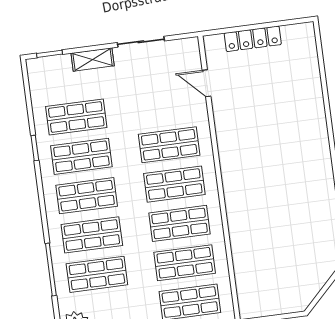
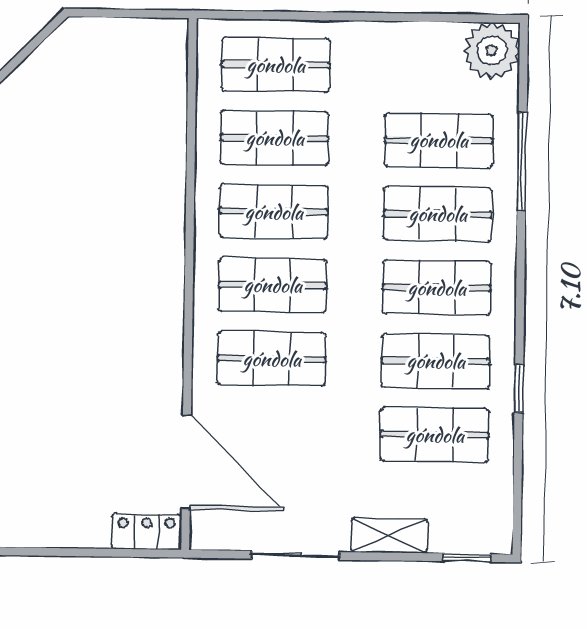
locker: (253, 39) -> (147, 532), moved, width x0.66
door: (207, 83) -> (186, 462), width x1.87

